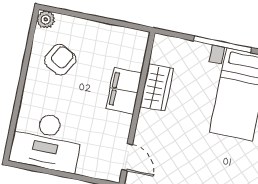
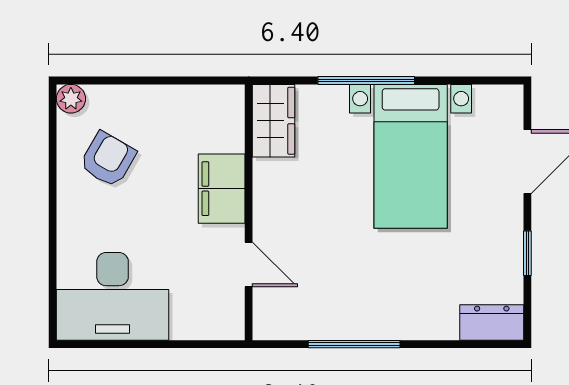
wardrobe: (157, 88) -> (274, 121), moved
door: (127, 157) -> (249, 265), moved

